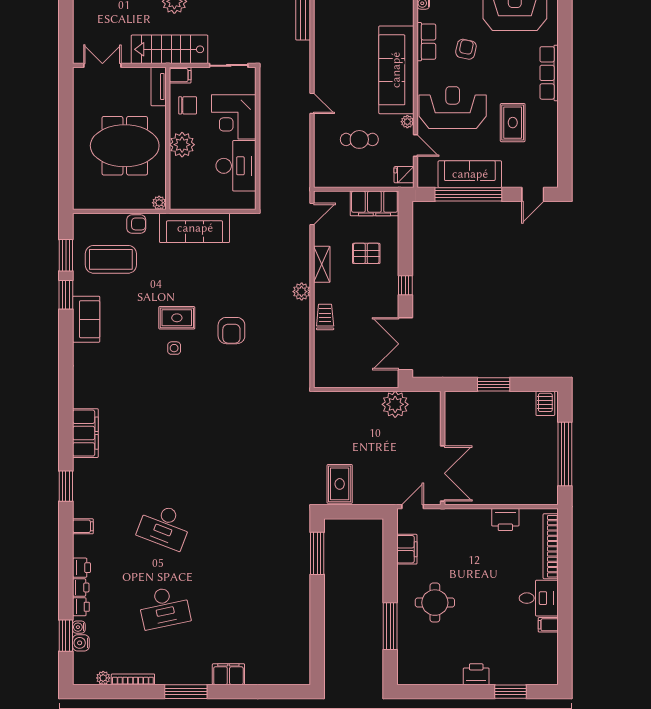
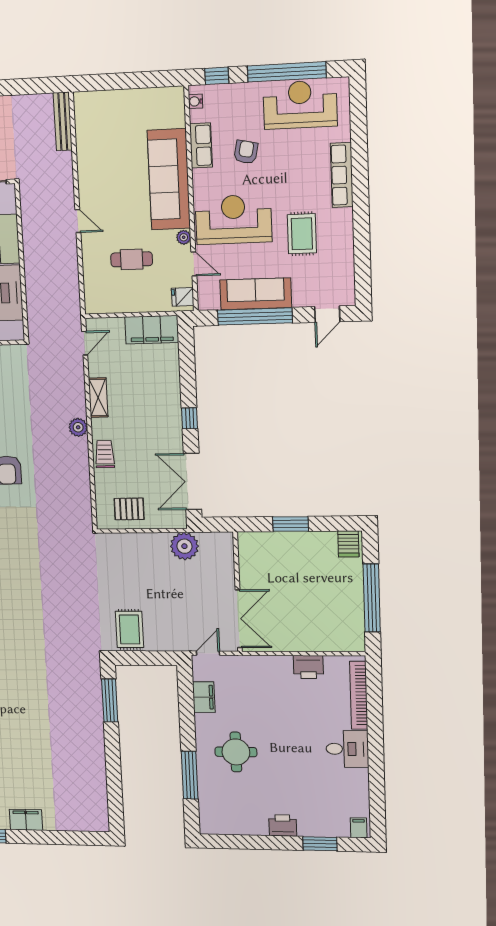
pallet: (366, 253) -> (129, 509), moved
filing cabinet: (548, 625) -> (359, 828), moved, turned 90

